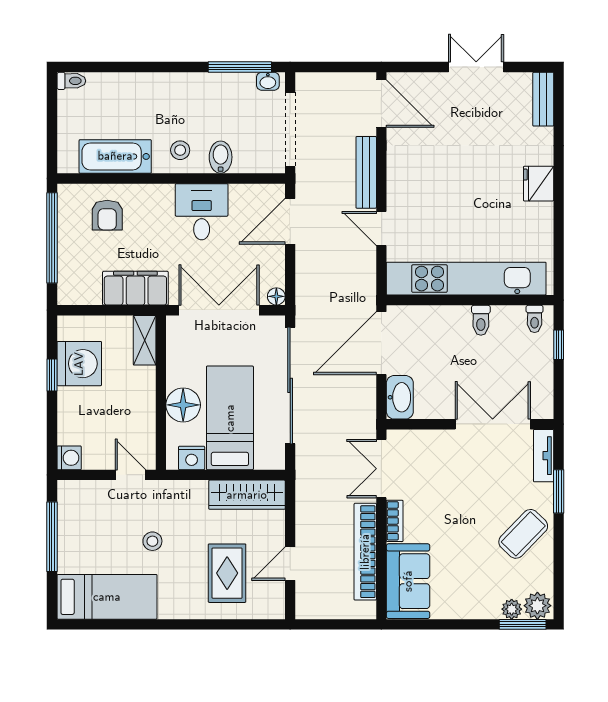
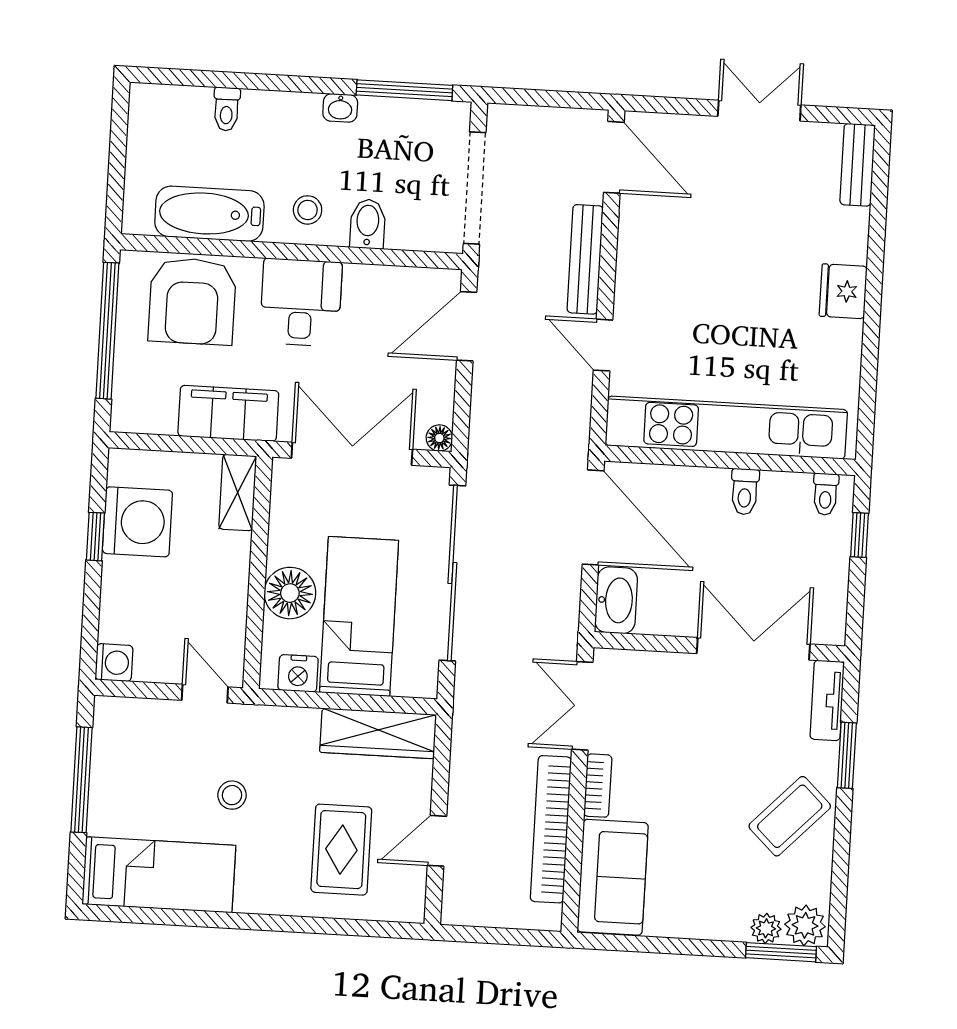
toilet: (71, 81) -> (227, 109), moved, turned 90
washbasin: (268, 81) -> (340, 108), moved
desk: (202, 212) -> (301, 302), moved
armchair: (107, 215) -> (192, 301), width x1.88, depth x1.88
door: (381, 343) -> (593, 517), swing flipped

